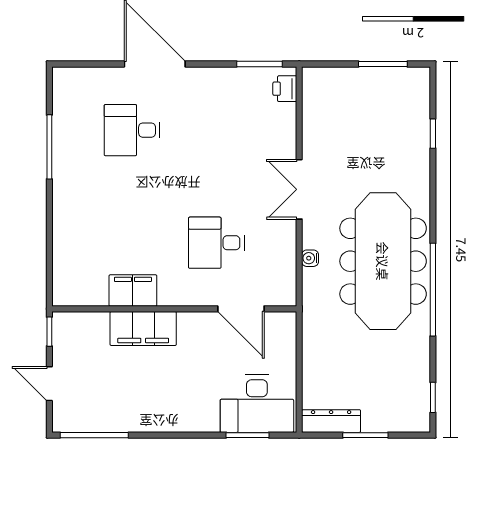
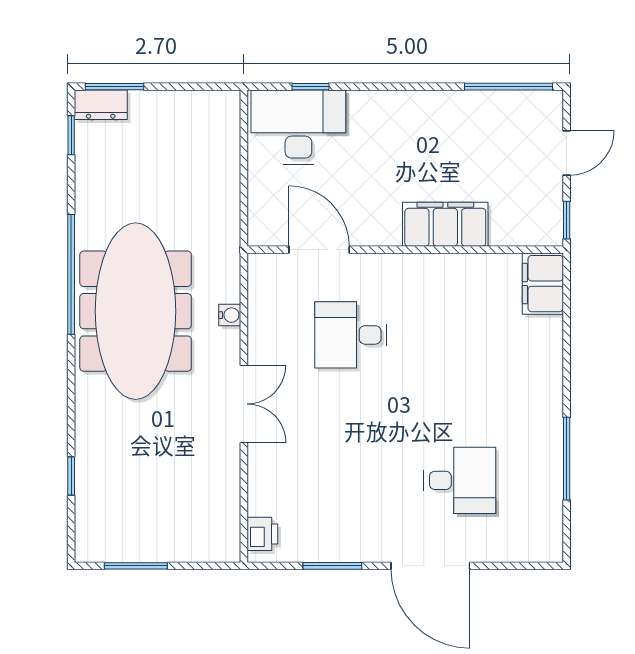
window: (260, 64) -> (332, 566), moved
desk: (216, 243) -> (351, 335), turned 180
filing cabinet: (133, 290) -> (543, 284), moved, turned 90
door: (49, 384) -> (567, 153), hinge flipped
dresser: (331, 421) -> (101, 105), moved, width x0.70
window: (248, 435) -> (311, 87), width x0.67
window: (365, 435) -> (114, 87), moved

